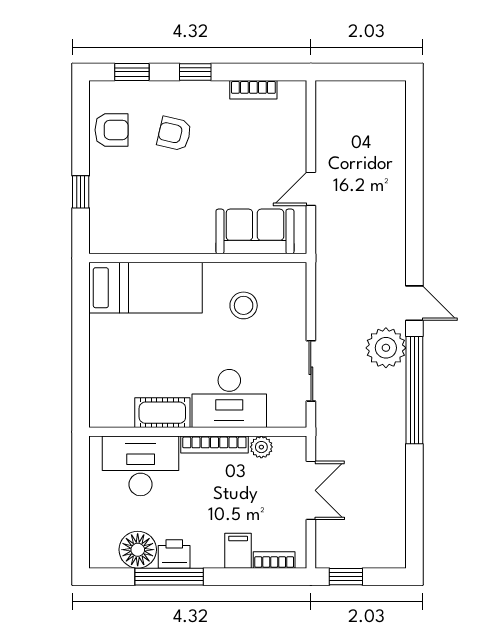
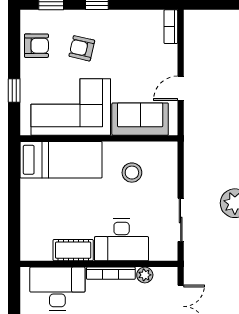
bookcase: (253, 90) -> (171, 27), moved, turned 90
corner sofa: (159, 215) -> (71, 107), added

